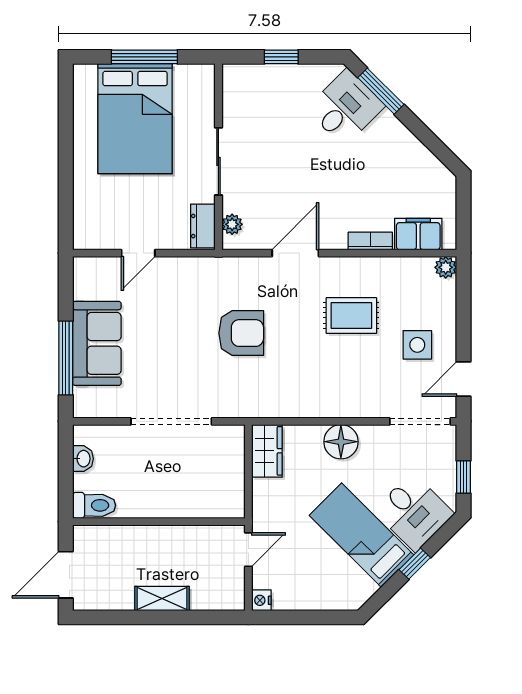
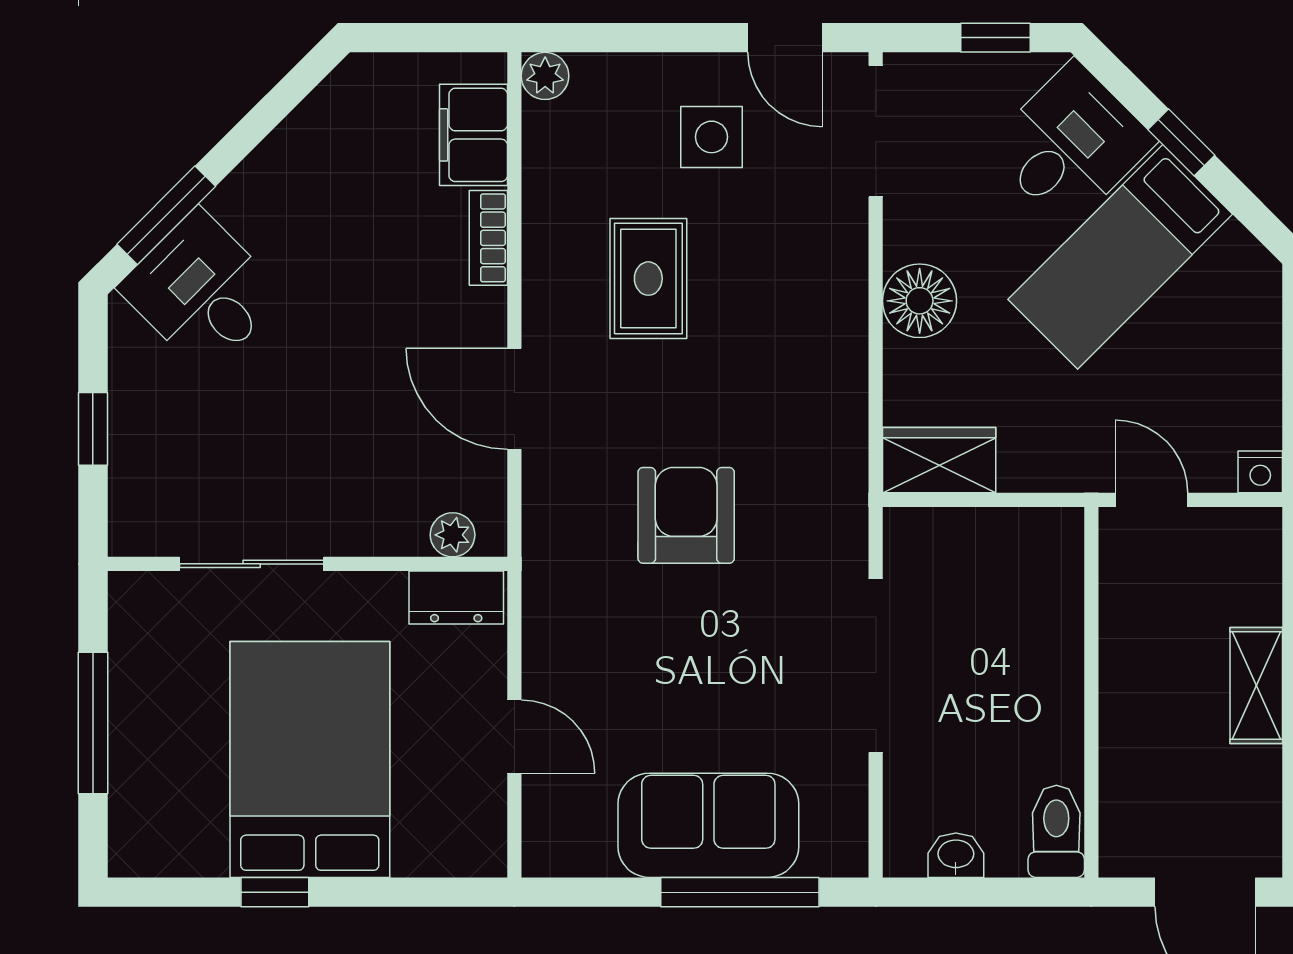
bed: (135, 119) -> (310, 759), moved, turned -90
window: (66, 142) -> (275, 892), added
sliding door: (218, 161) -> (252, 564), moved

